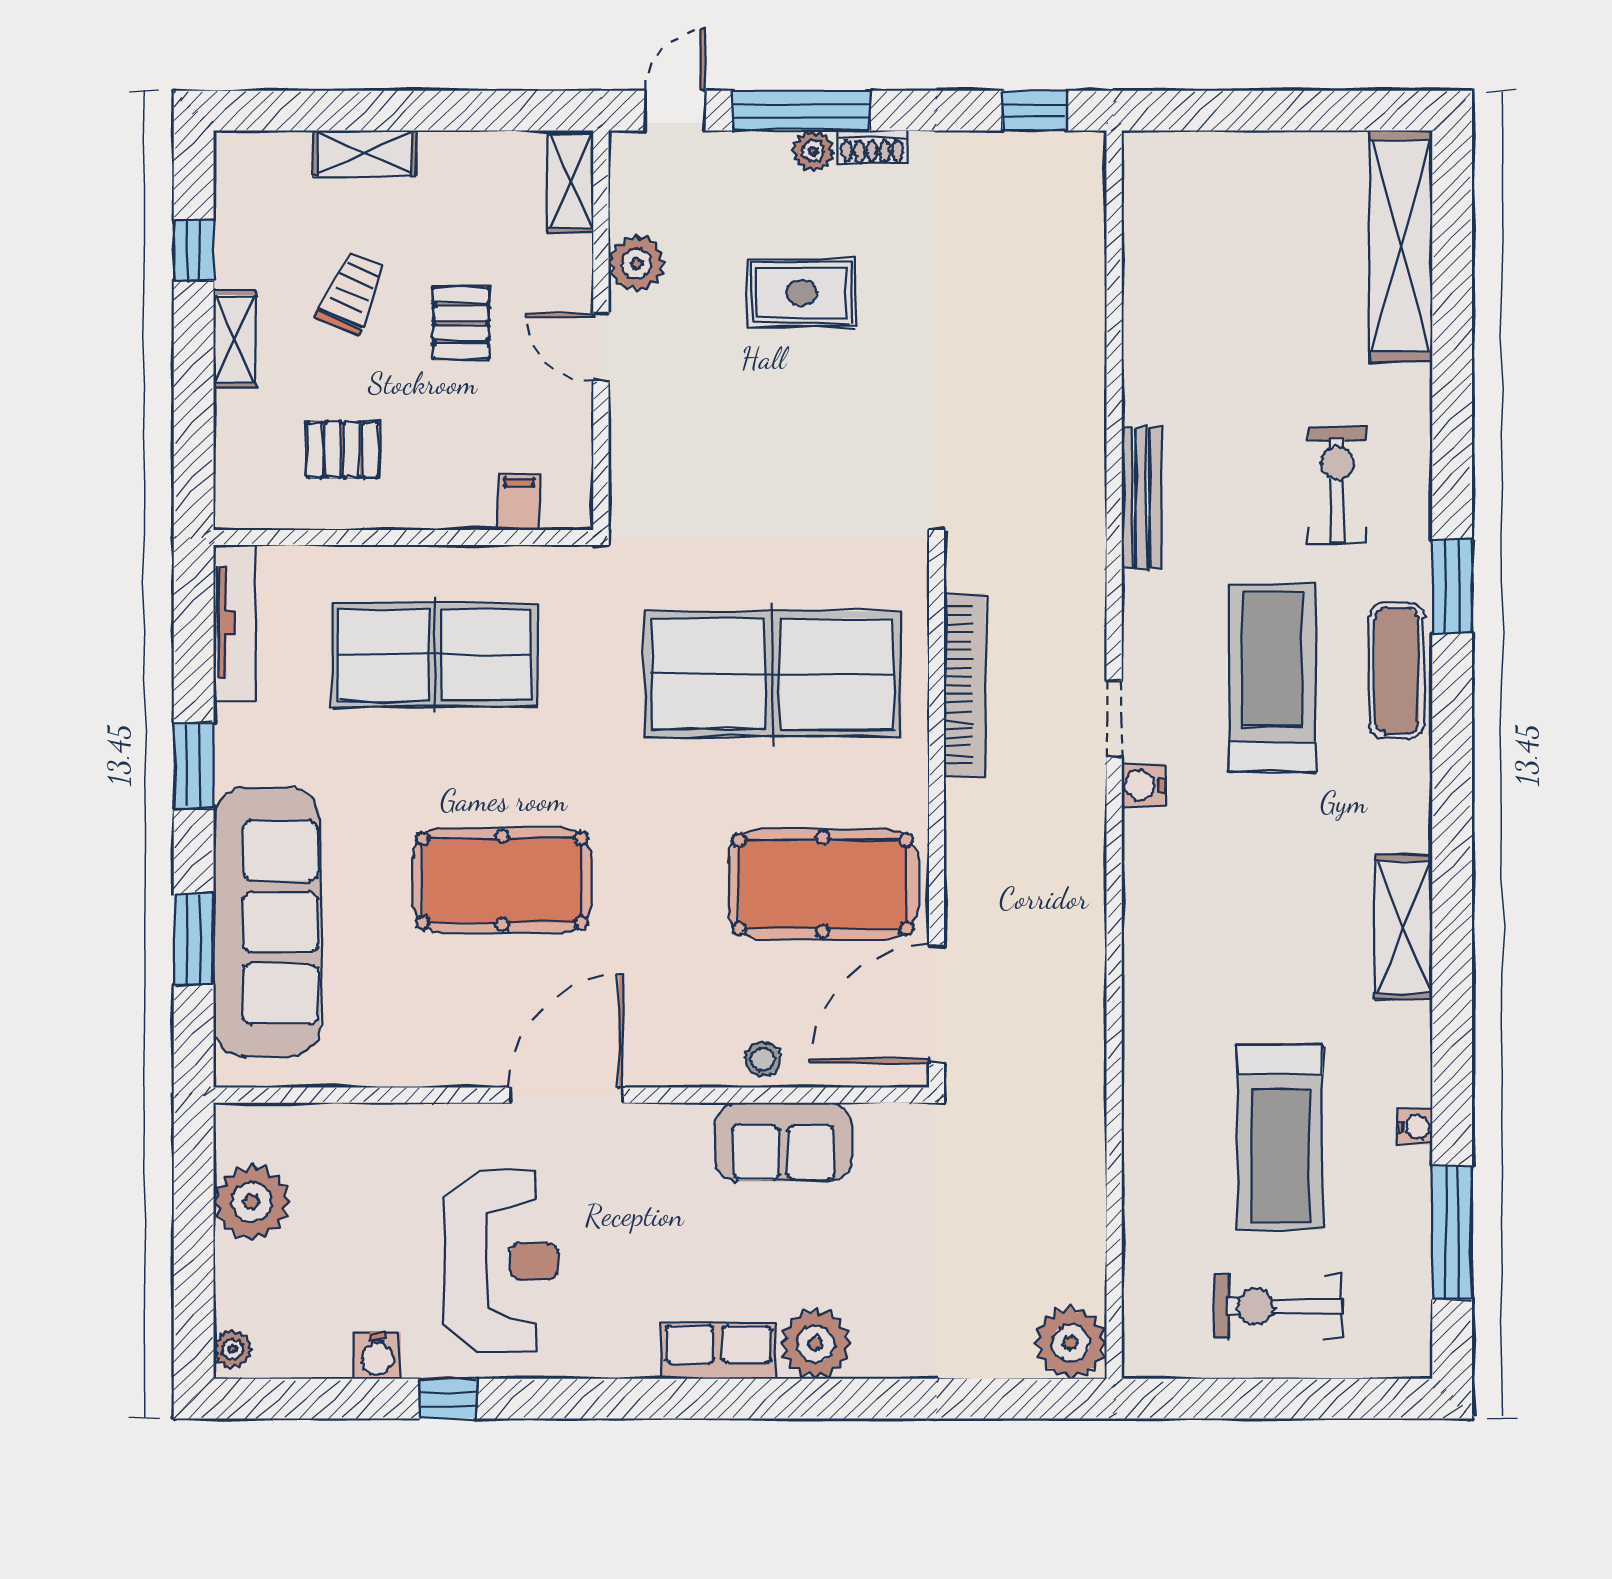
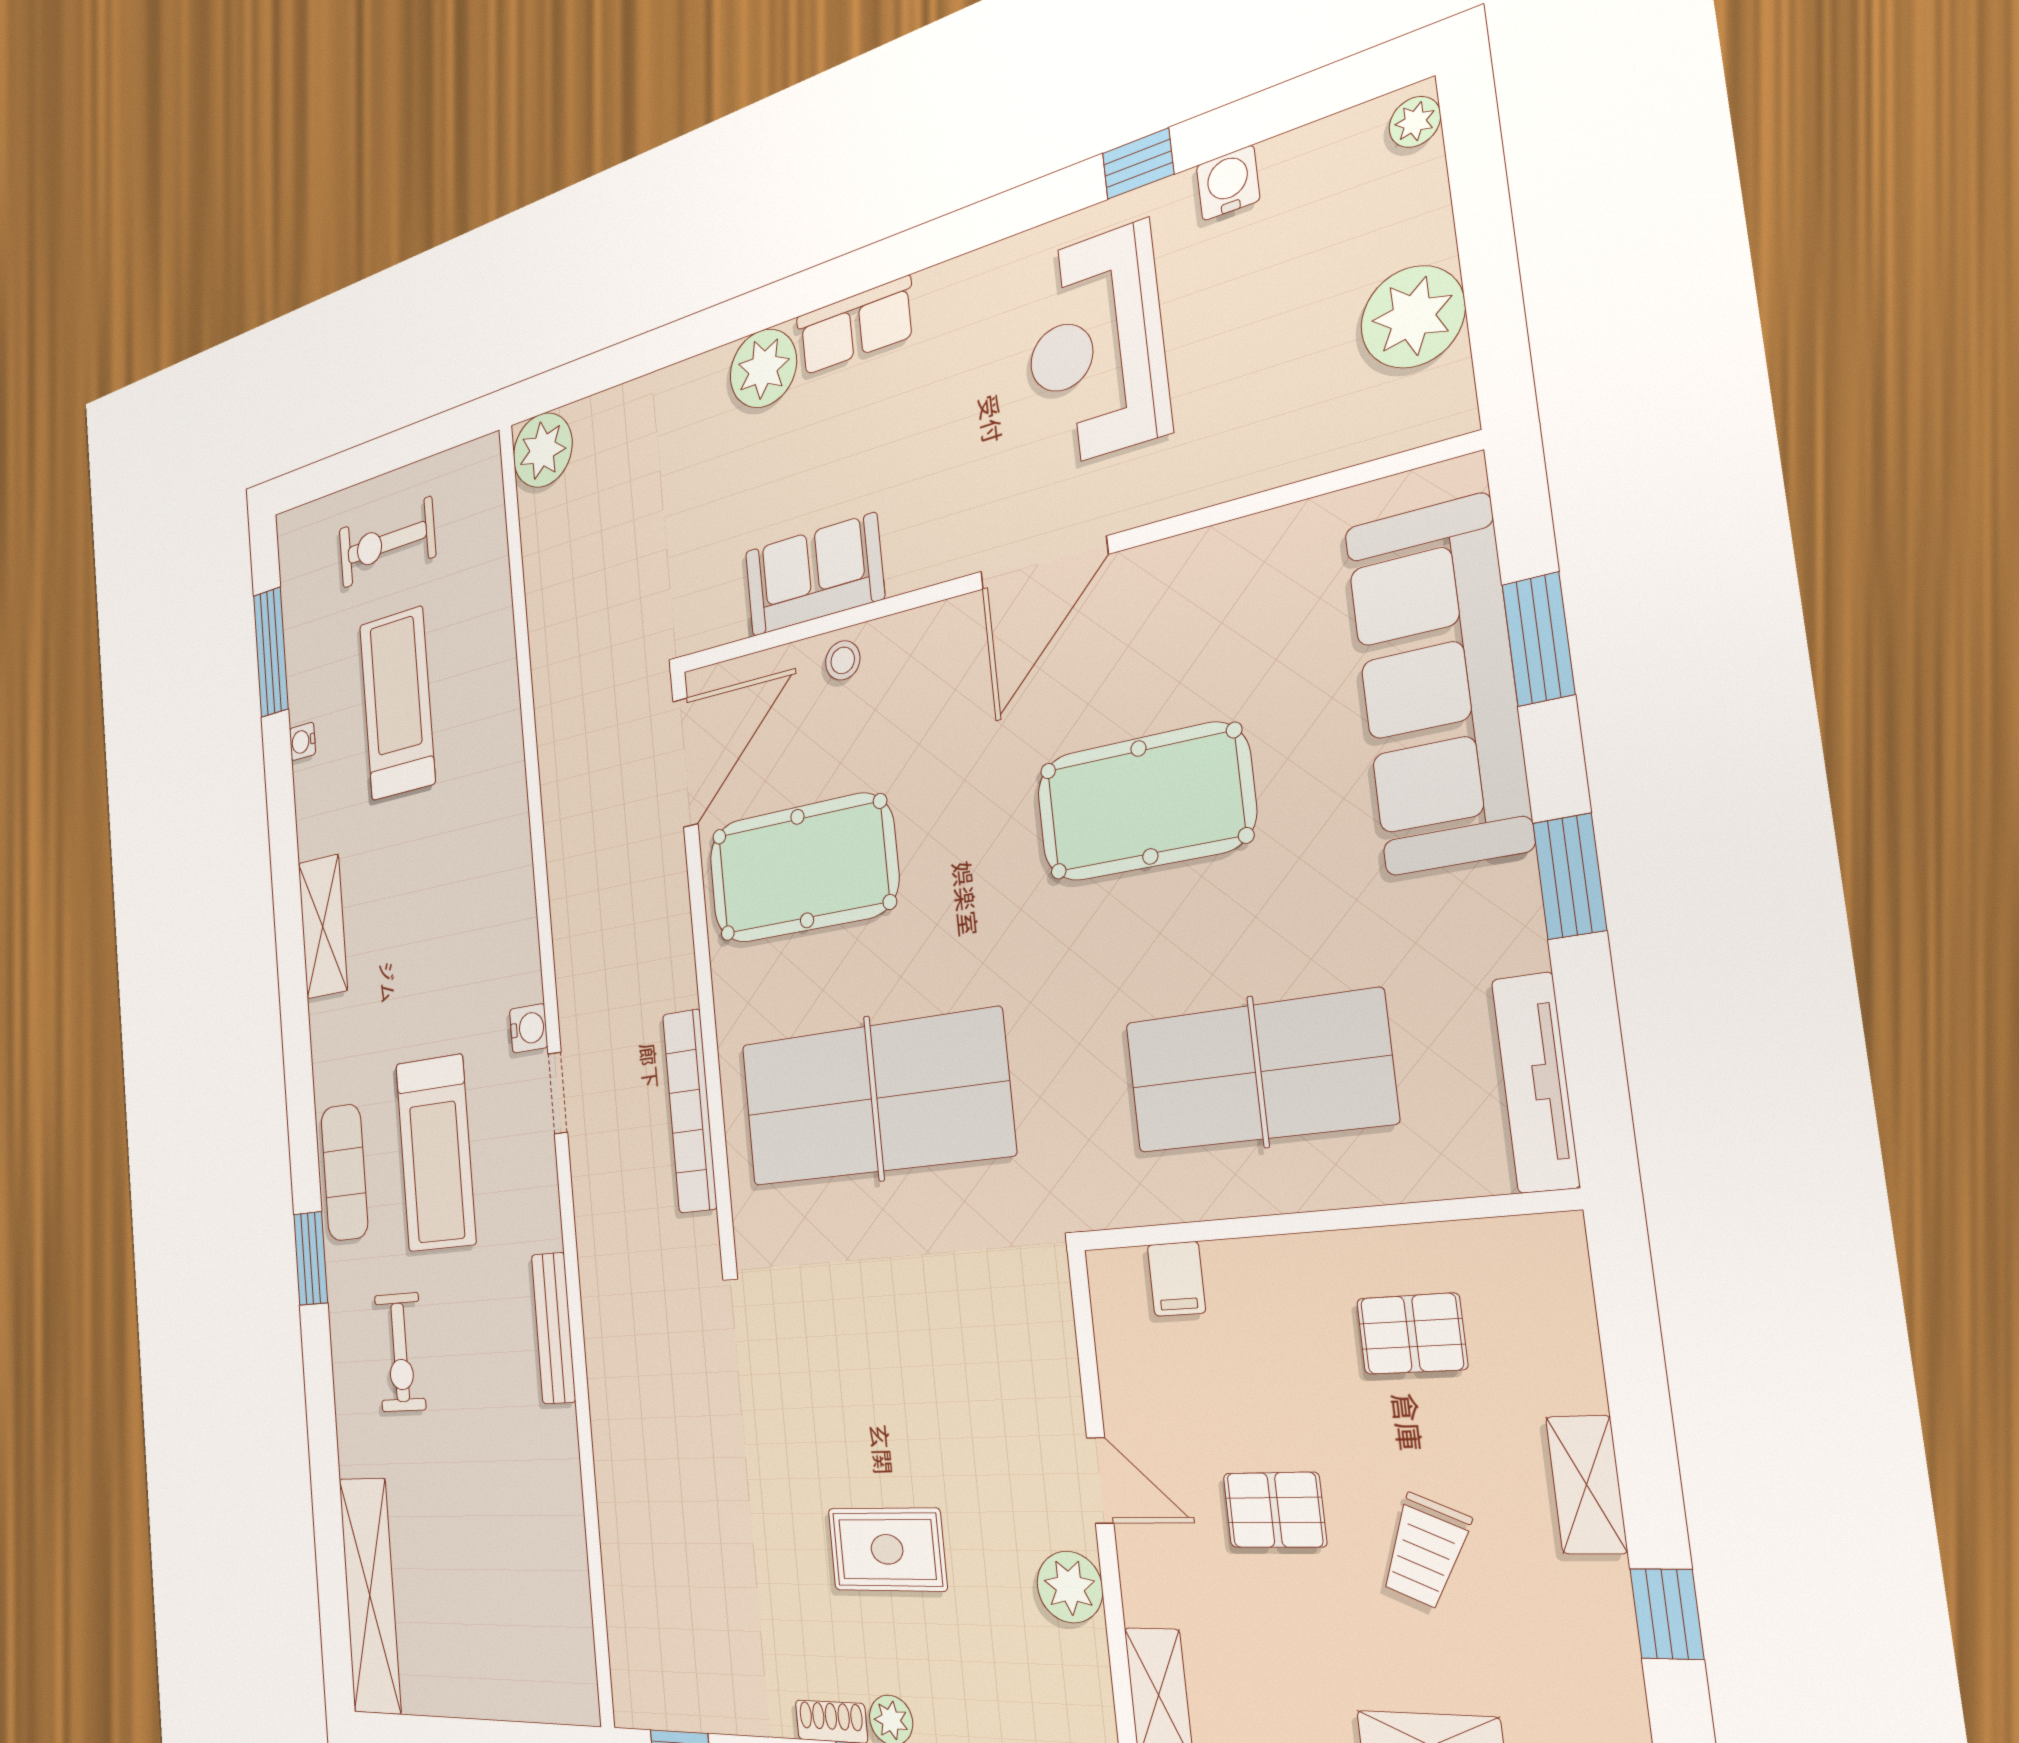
pallet: (461, 323) -> (1275, 1510), turned 90
exercise bike: (1278, 1306) -> (387, 543), turned 180

